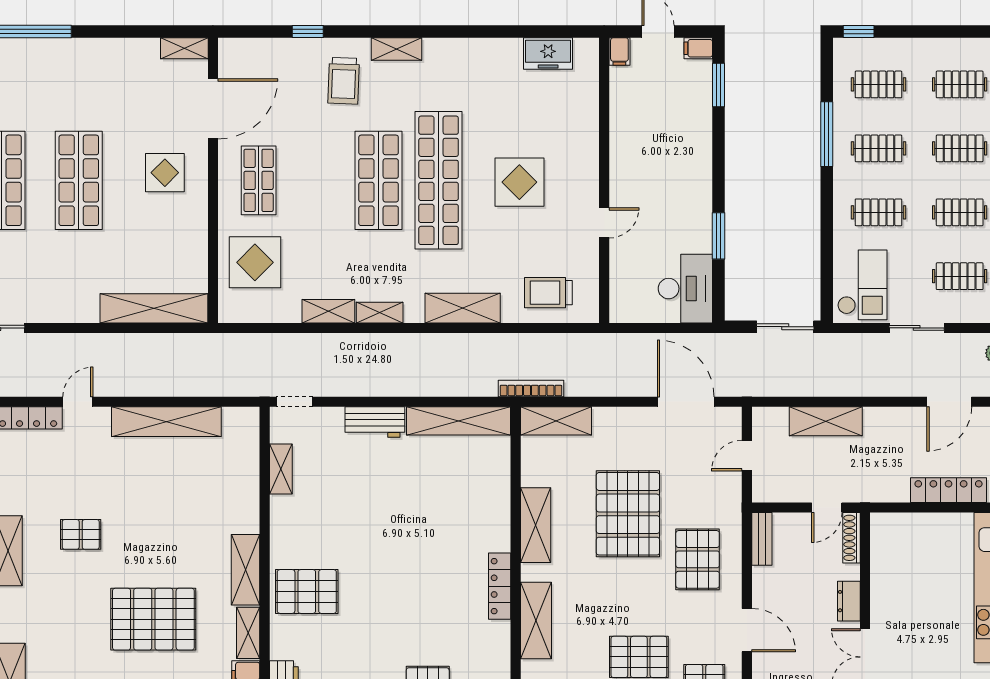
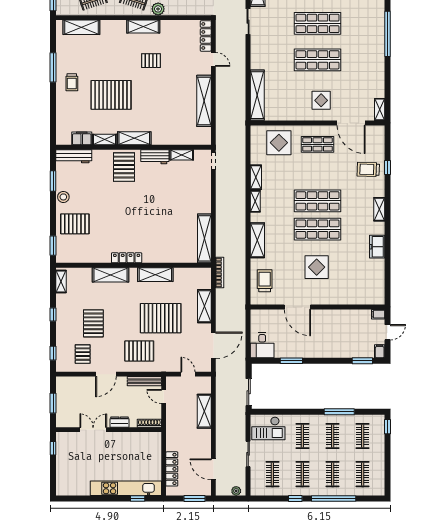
freezer: (548, 53) -> (377, 247), moved
trolley: (344, 81) -> (368, 169), moved
shop shelf: (439, 180) -> (318, 229), width x0.71
door: (604, 223) -> (297, 307), width x1.88
desk: (685, 289) -> (262, 345), width x0.73
shelving: (556, 421) -> (204, 306), moved
workbench: (375, 422) -> (155, 157), moved, turned -90
door: (827, 508) -> (164, 397), moved
pallet: (81, 534) -> (151, 61), turned 90
bench: (762, 539) -> (144, 381), width x1.36
pallet: (153, 619) -> (111, 95), turned 90

